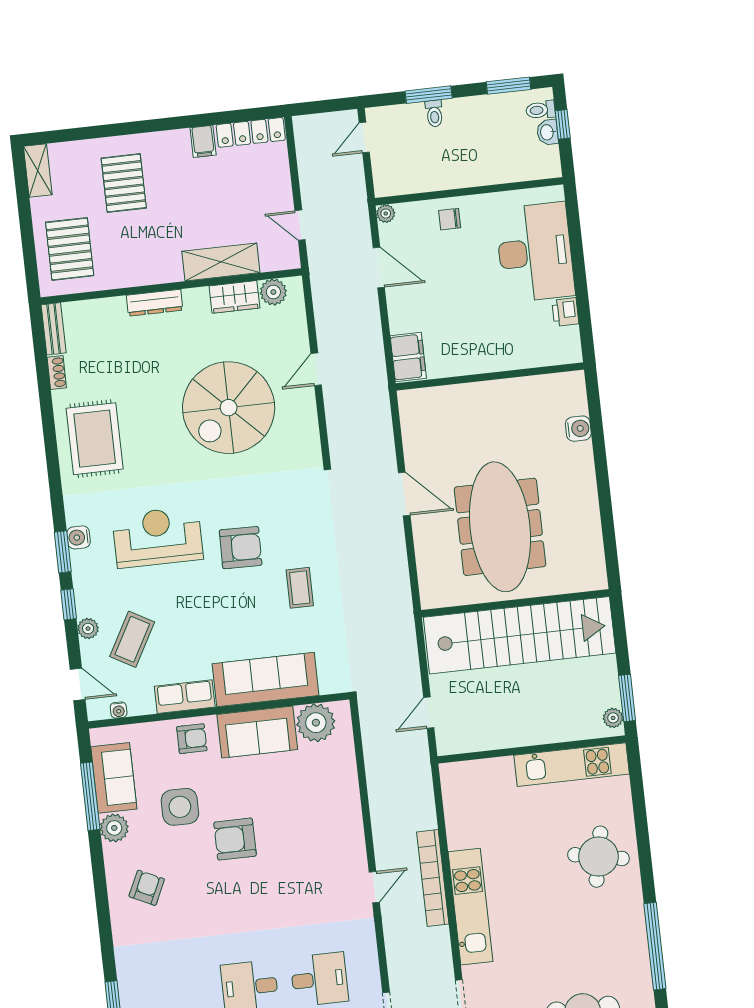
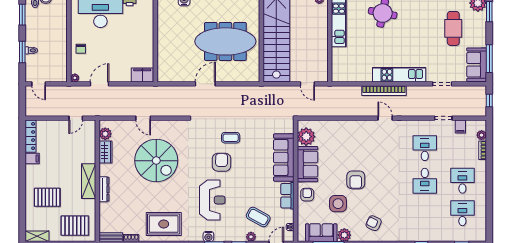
shelving: (221, 262) -> (89, 181), moved
reception desk: (158, 537) -> (212, 200), turned 180
coffee table: (300, 588) -> (231, 138), moved

